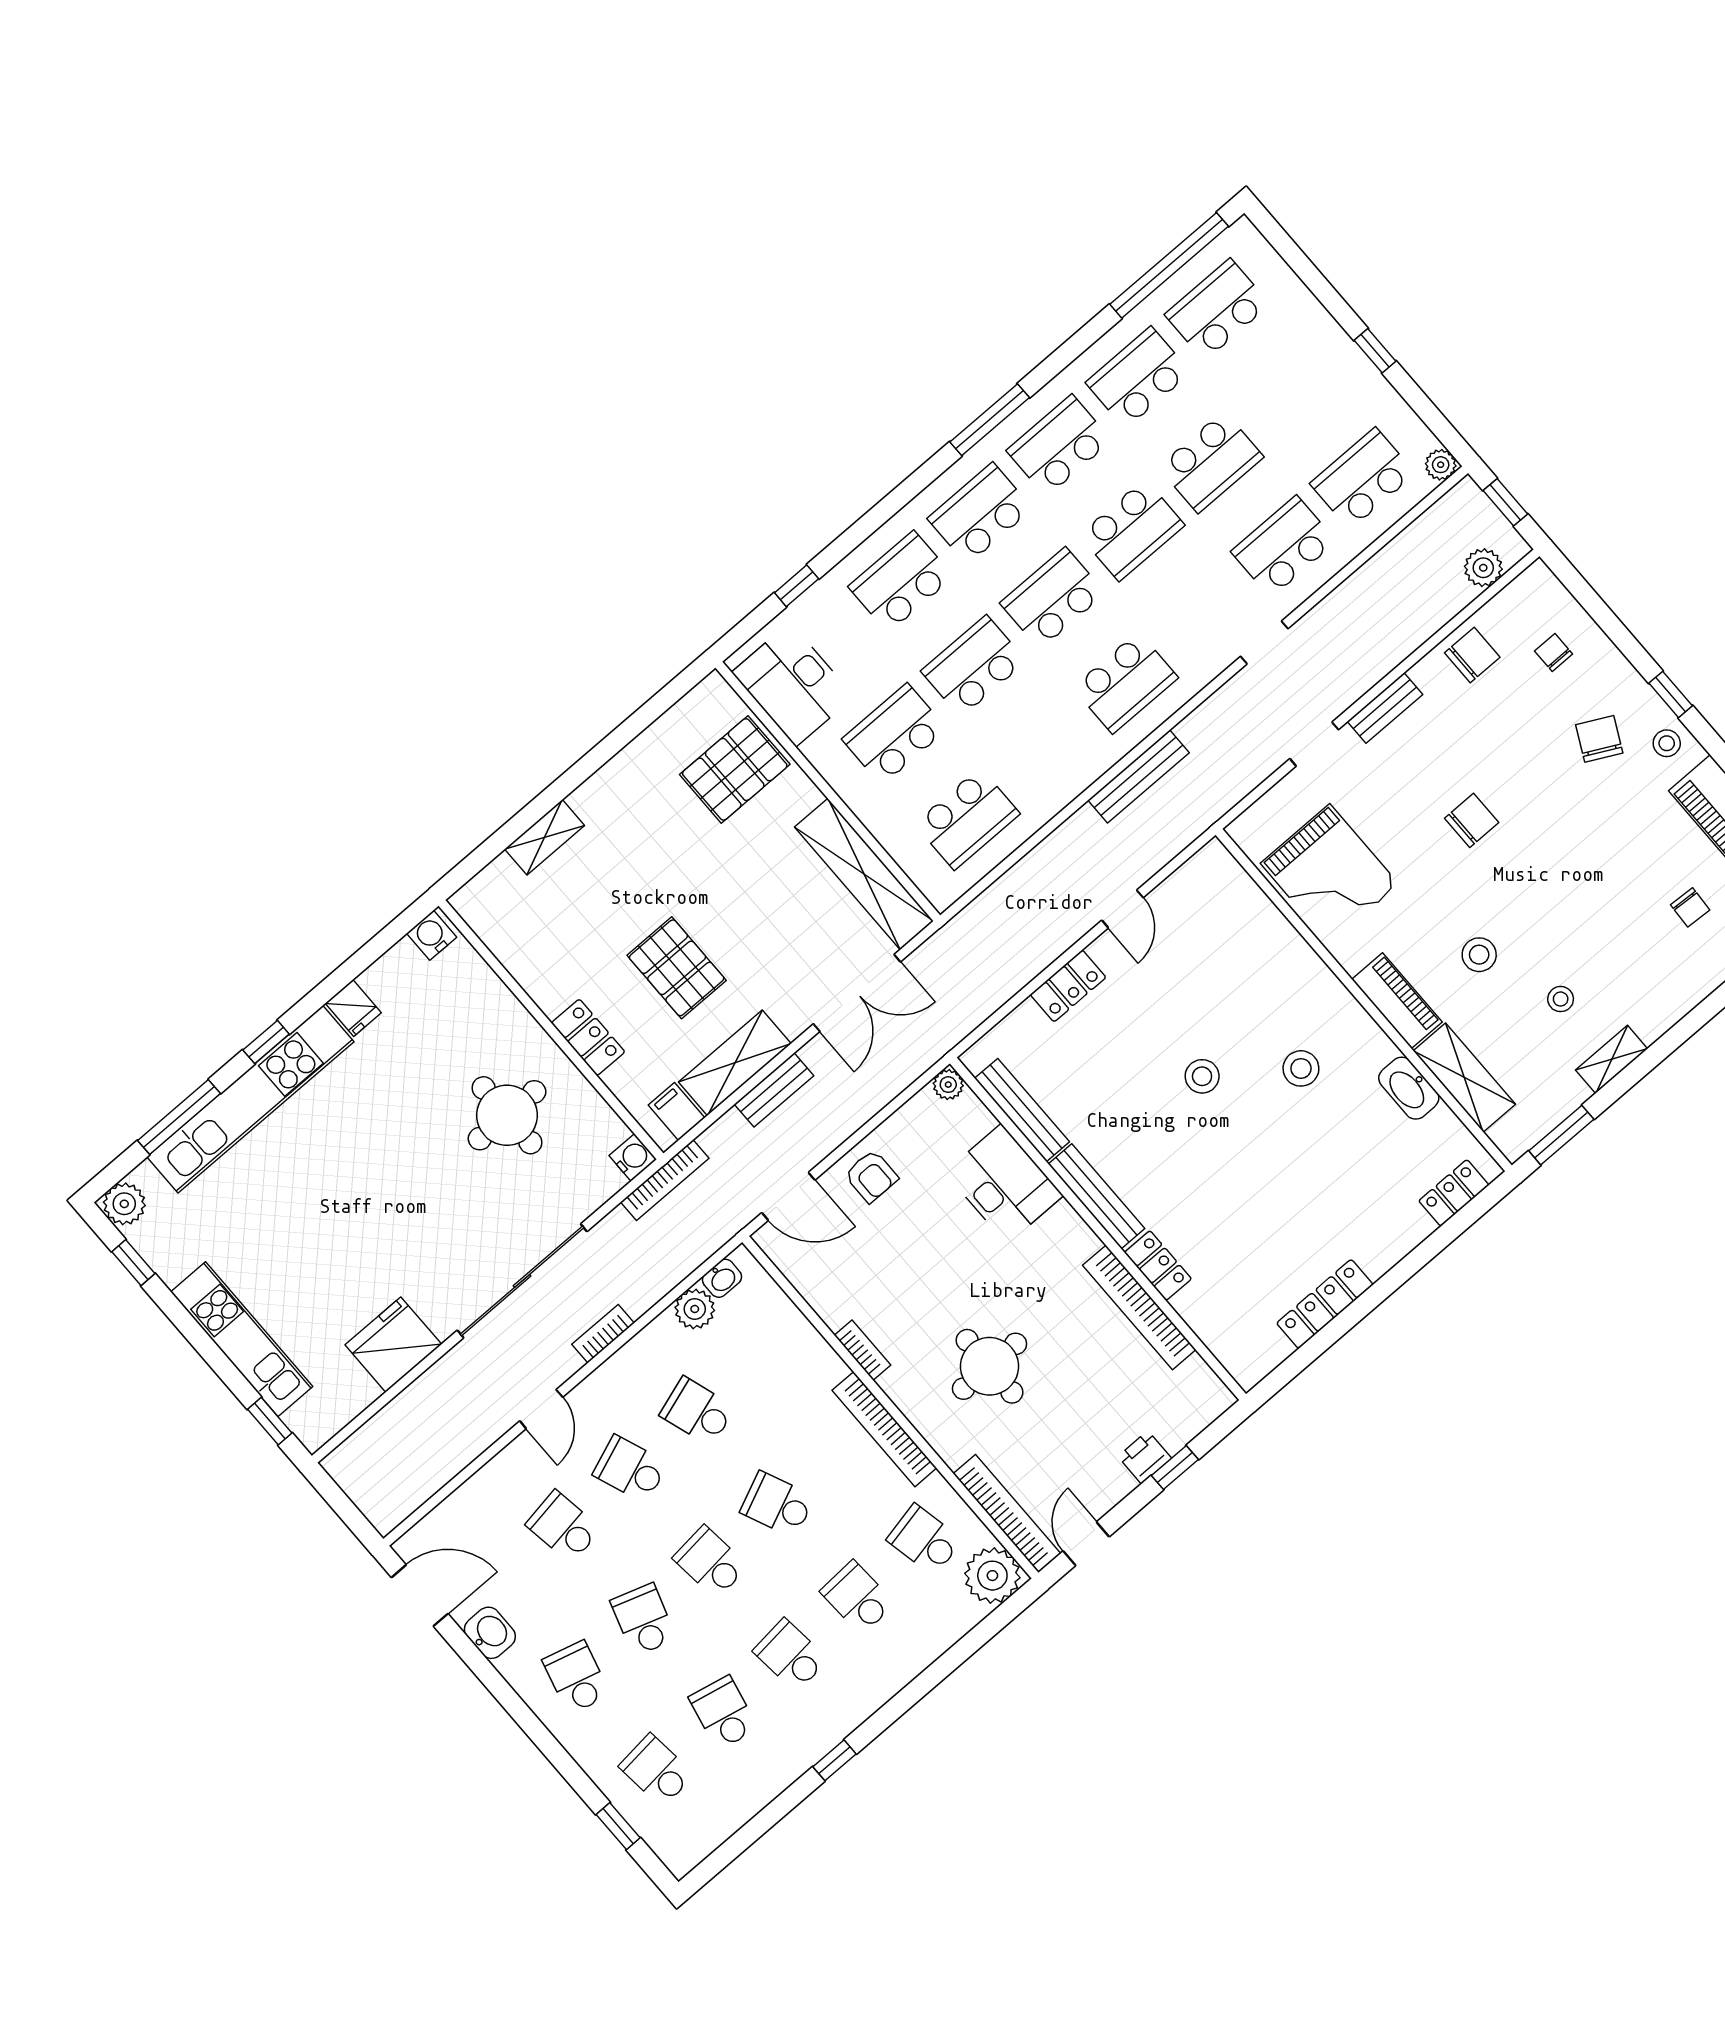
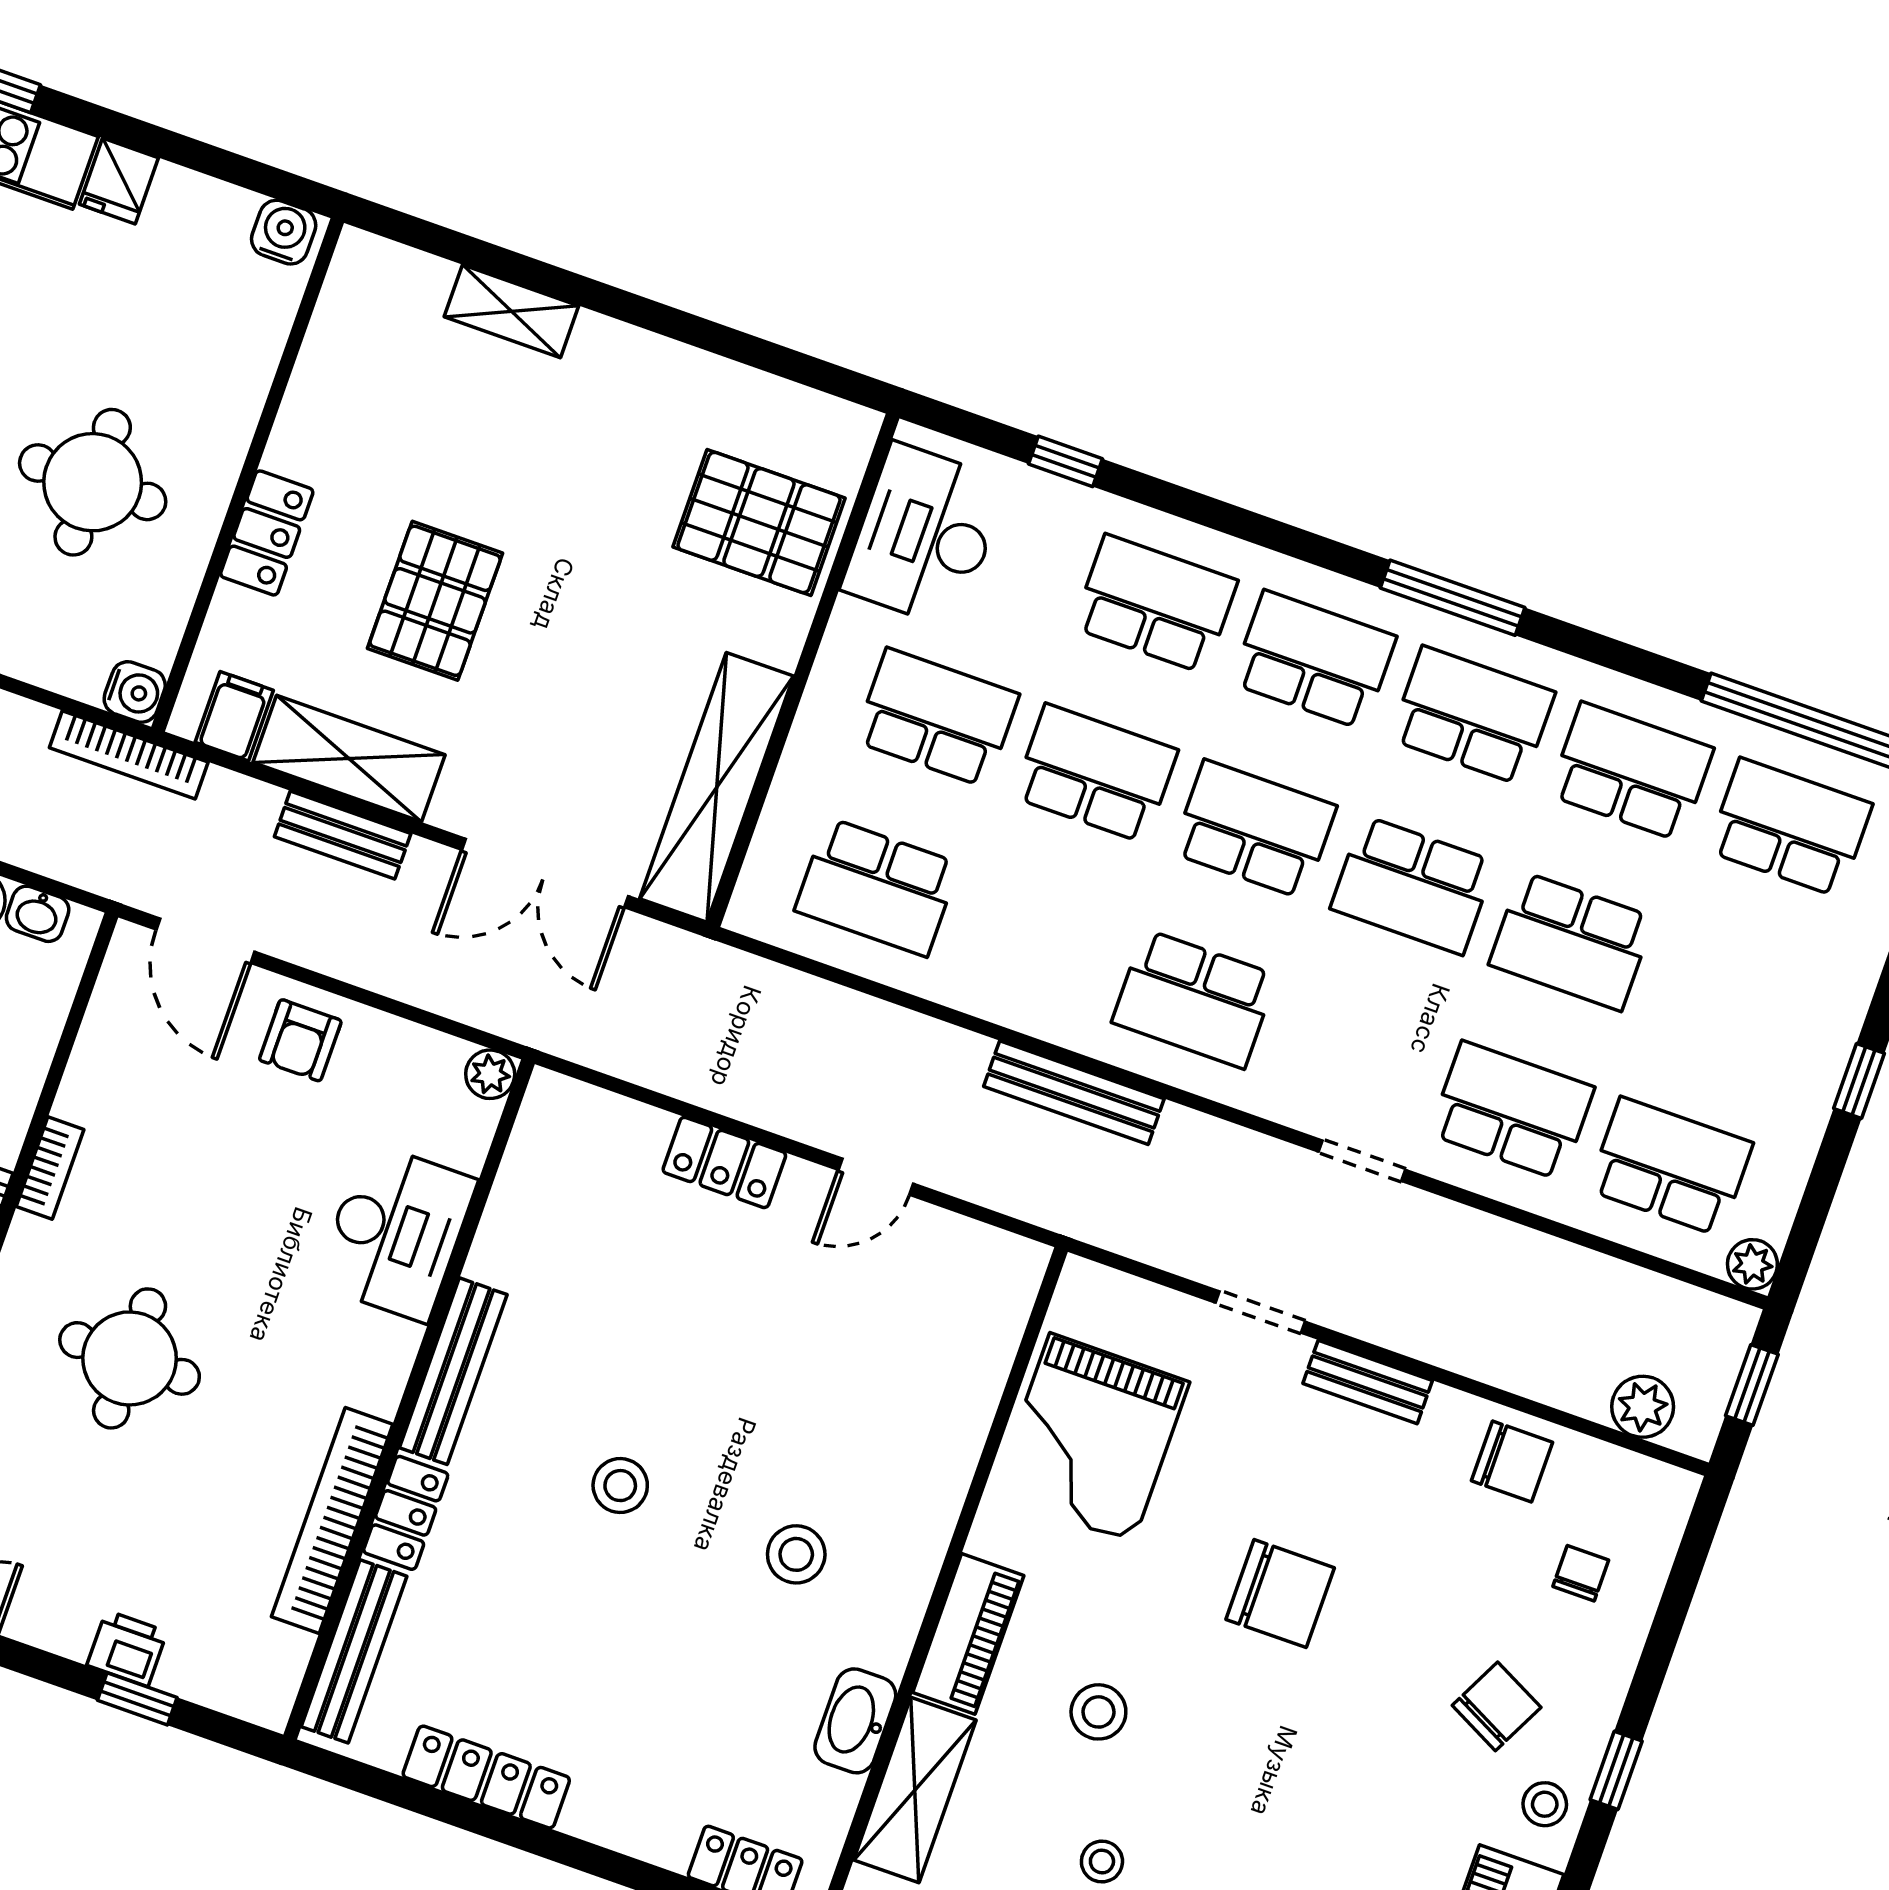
chair: (1472, 820) -> (1280, 1594), width x1.37, depth x1.37
stool: (1202, 1076) -> (620, 1486), moved
bench: (1022, 1110) -> (354, 1651), moved

